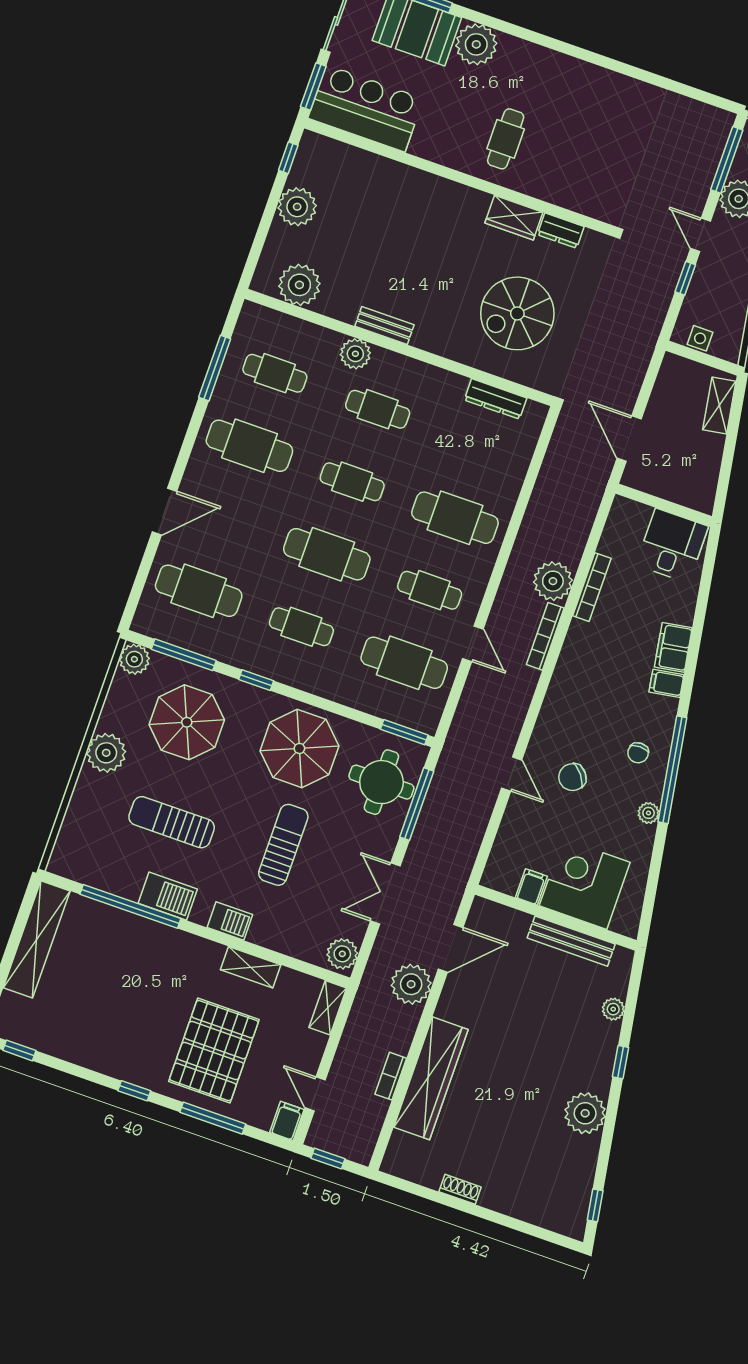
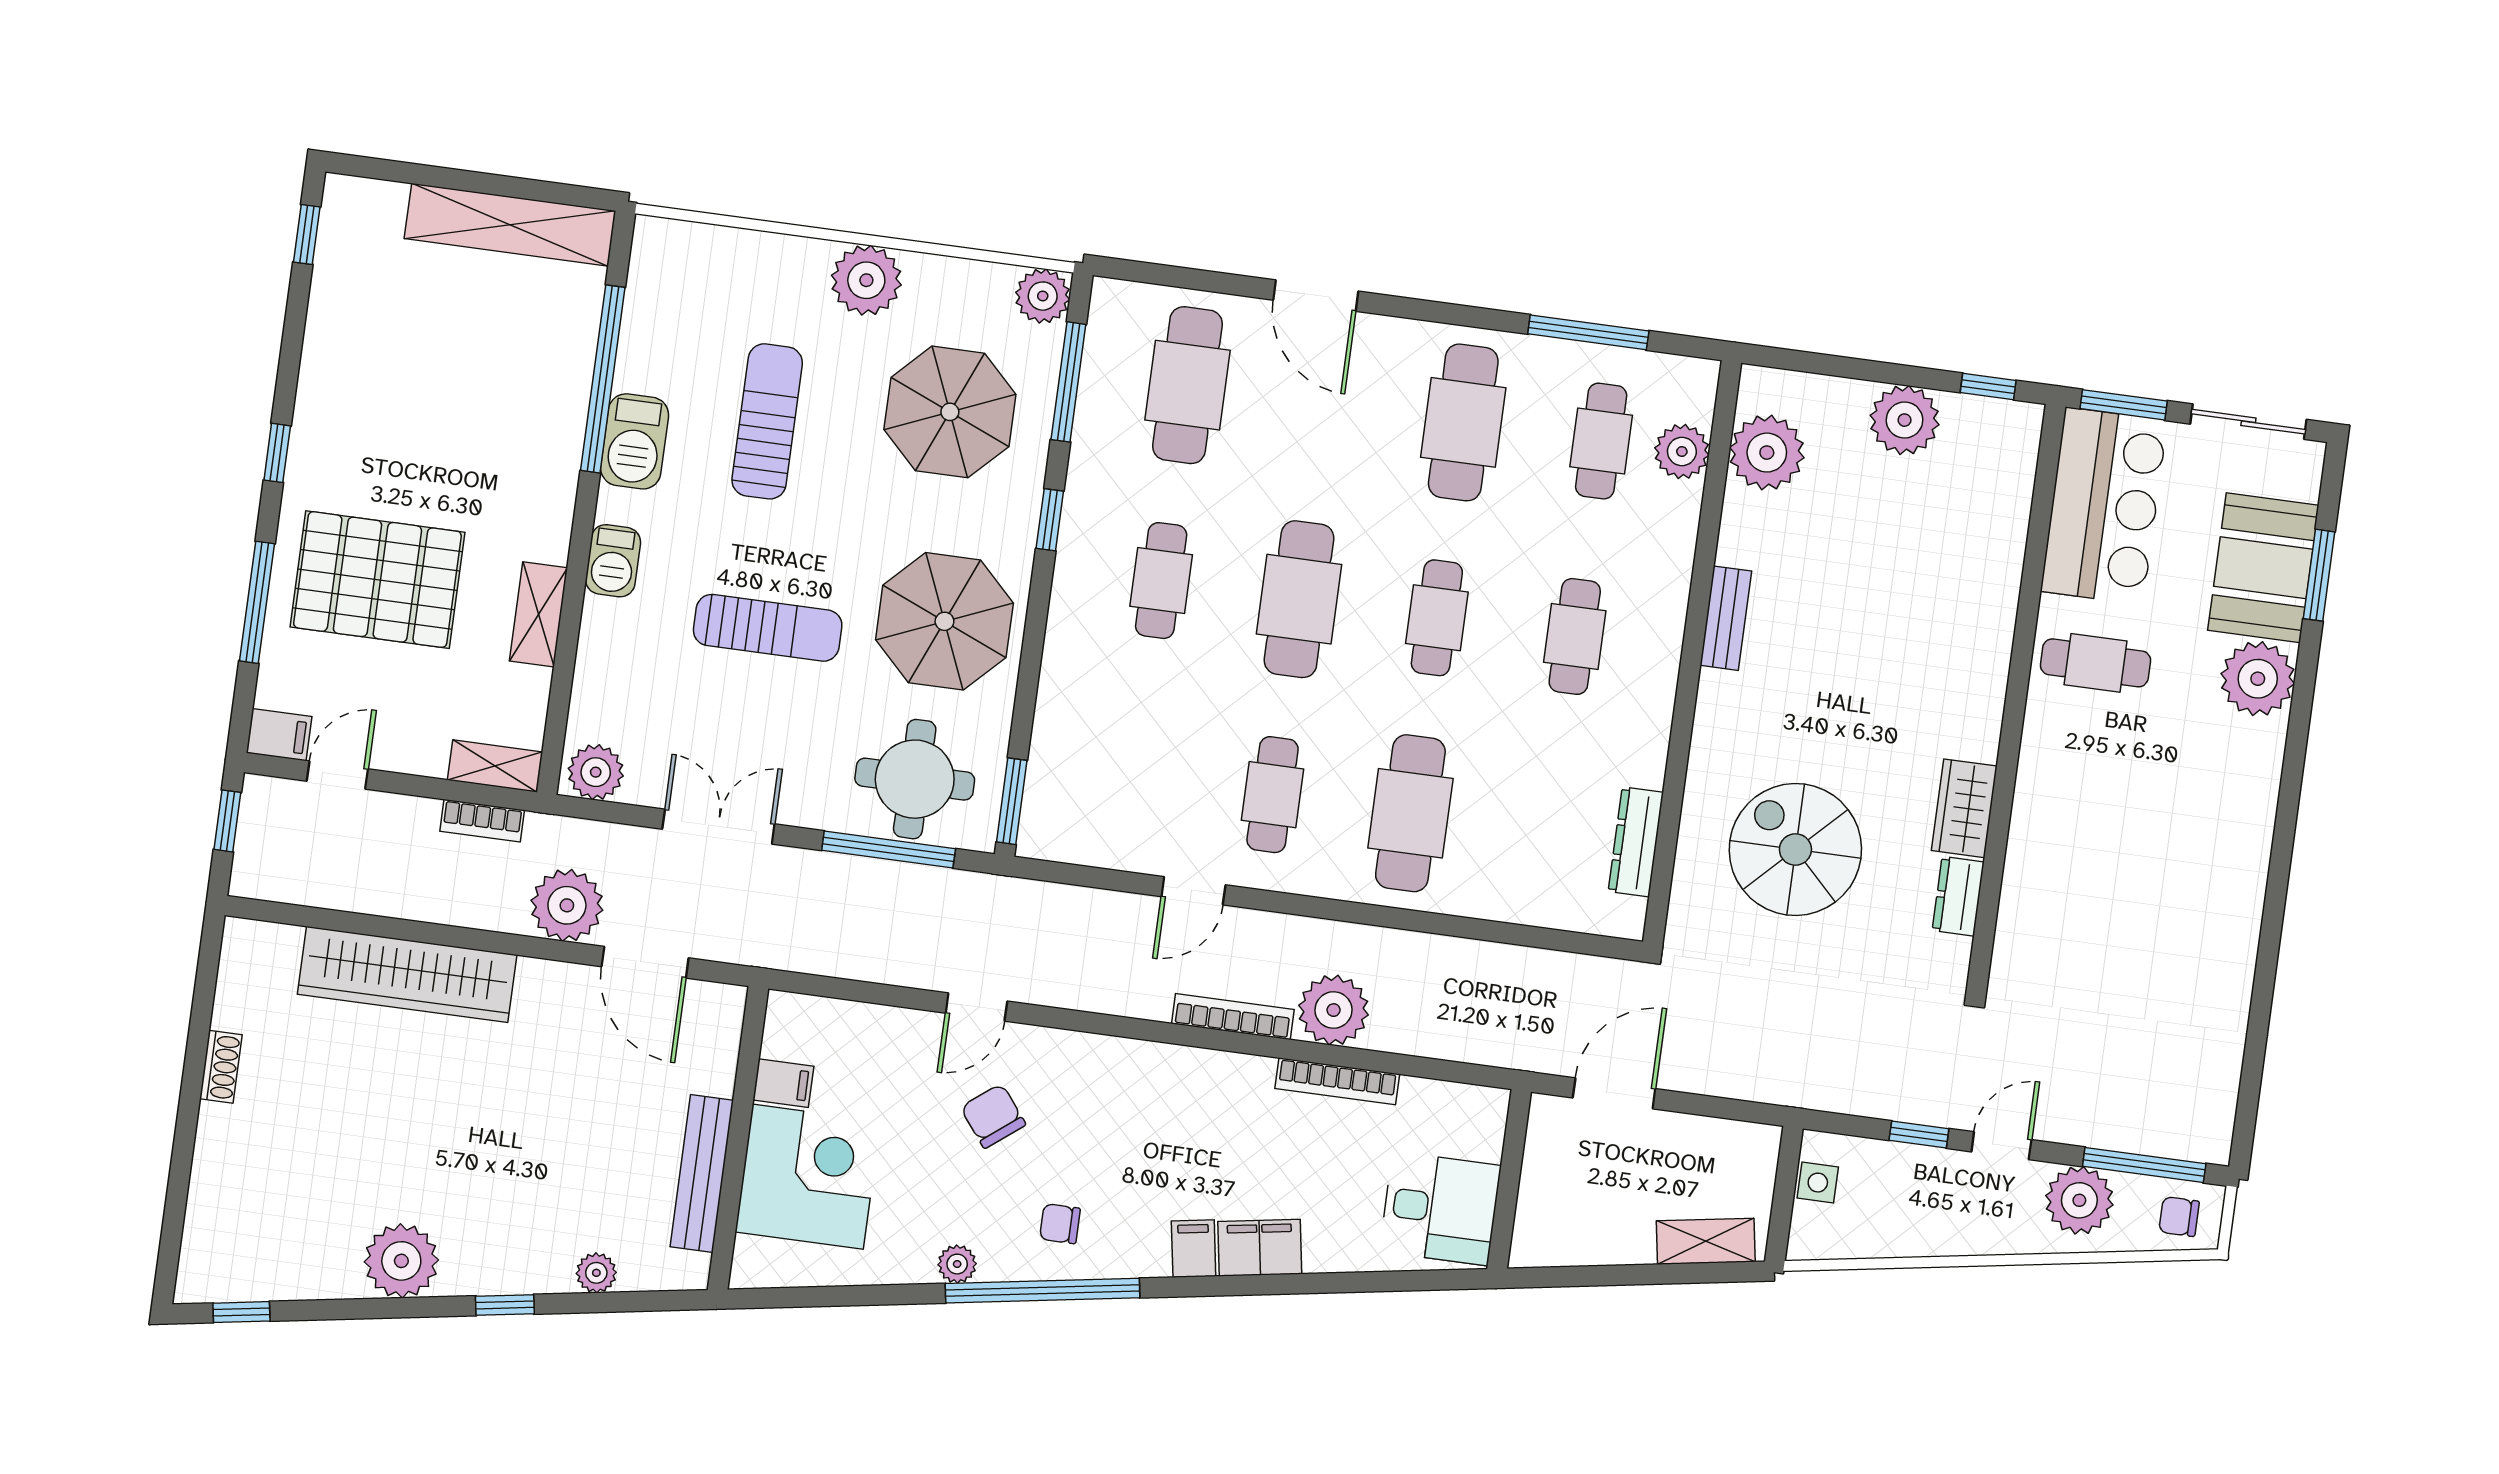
cafe table: (506, 139) -> (2095, 663), moved
plant: (355, 354) -> (1682, 452), moved
cafe table: (404, 663) -> (1135, 776), removed
bookcase: (391, 1076) -> (482, 821), moved, turned 180

